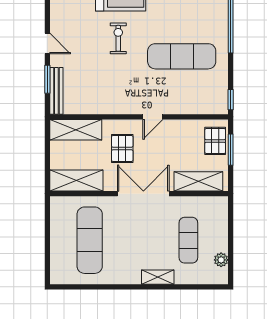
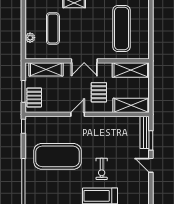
exercise mat: (182, 56) -> (58, 156), width x1.47
double door: (143, 194) -> (84, 61), width x0.73
plant: (221, 260) -> (30, 38), moved

